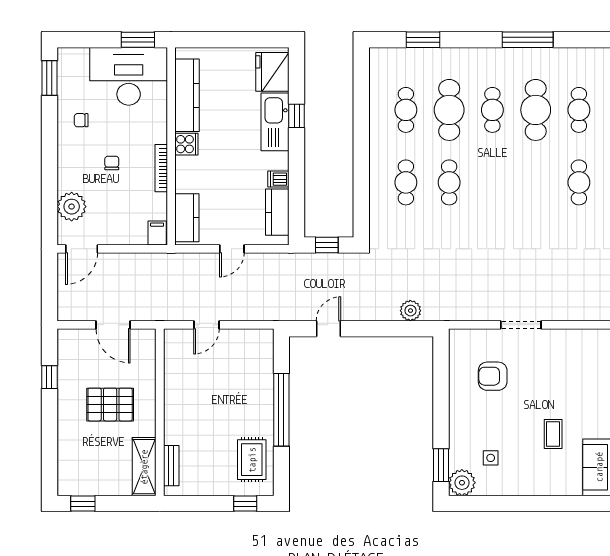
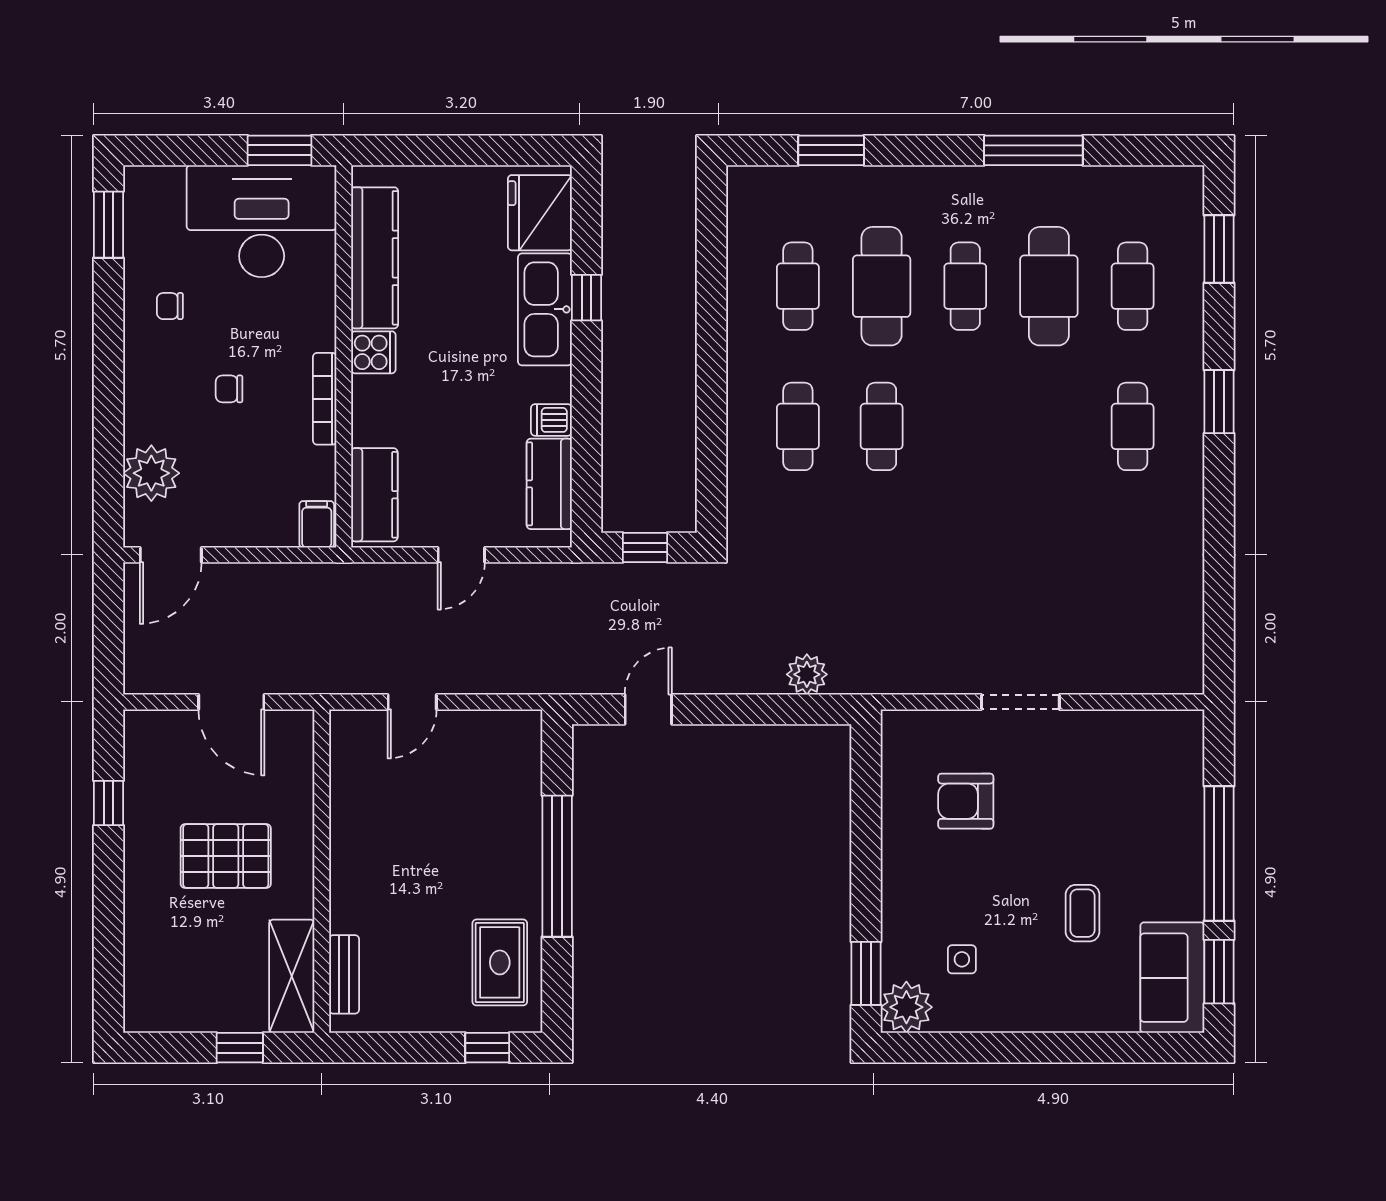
chair: (112, 163) -> (229, 389), turned -90
window: (83, 504) -> (240, 1048), moved

